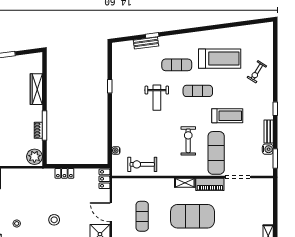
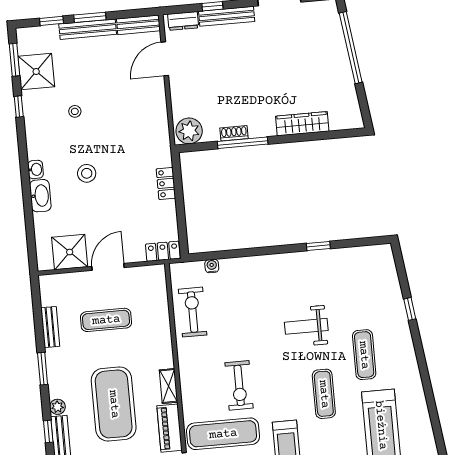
bench: (146, 43) -> (396, 300), removed
exercise bike: (188, 141) -> (239, 385), turned 90

